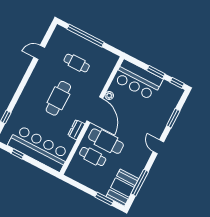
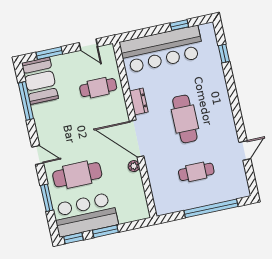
bar counter: (138, 80) -> (85, 215), moved
cafe table: (106, 141) -> (77, 175), moved
door: (78, 185) -> (88, 45), added

